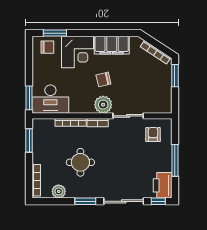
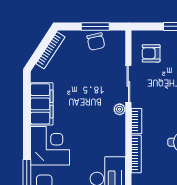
window: (175, 76) -> (95, 26), moved
chair: (103, 79) -> (96, 42), moved
plant: (103, 105) -> (120, 109), width x0.53, depth x0.53

